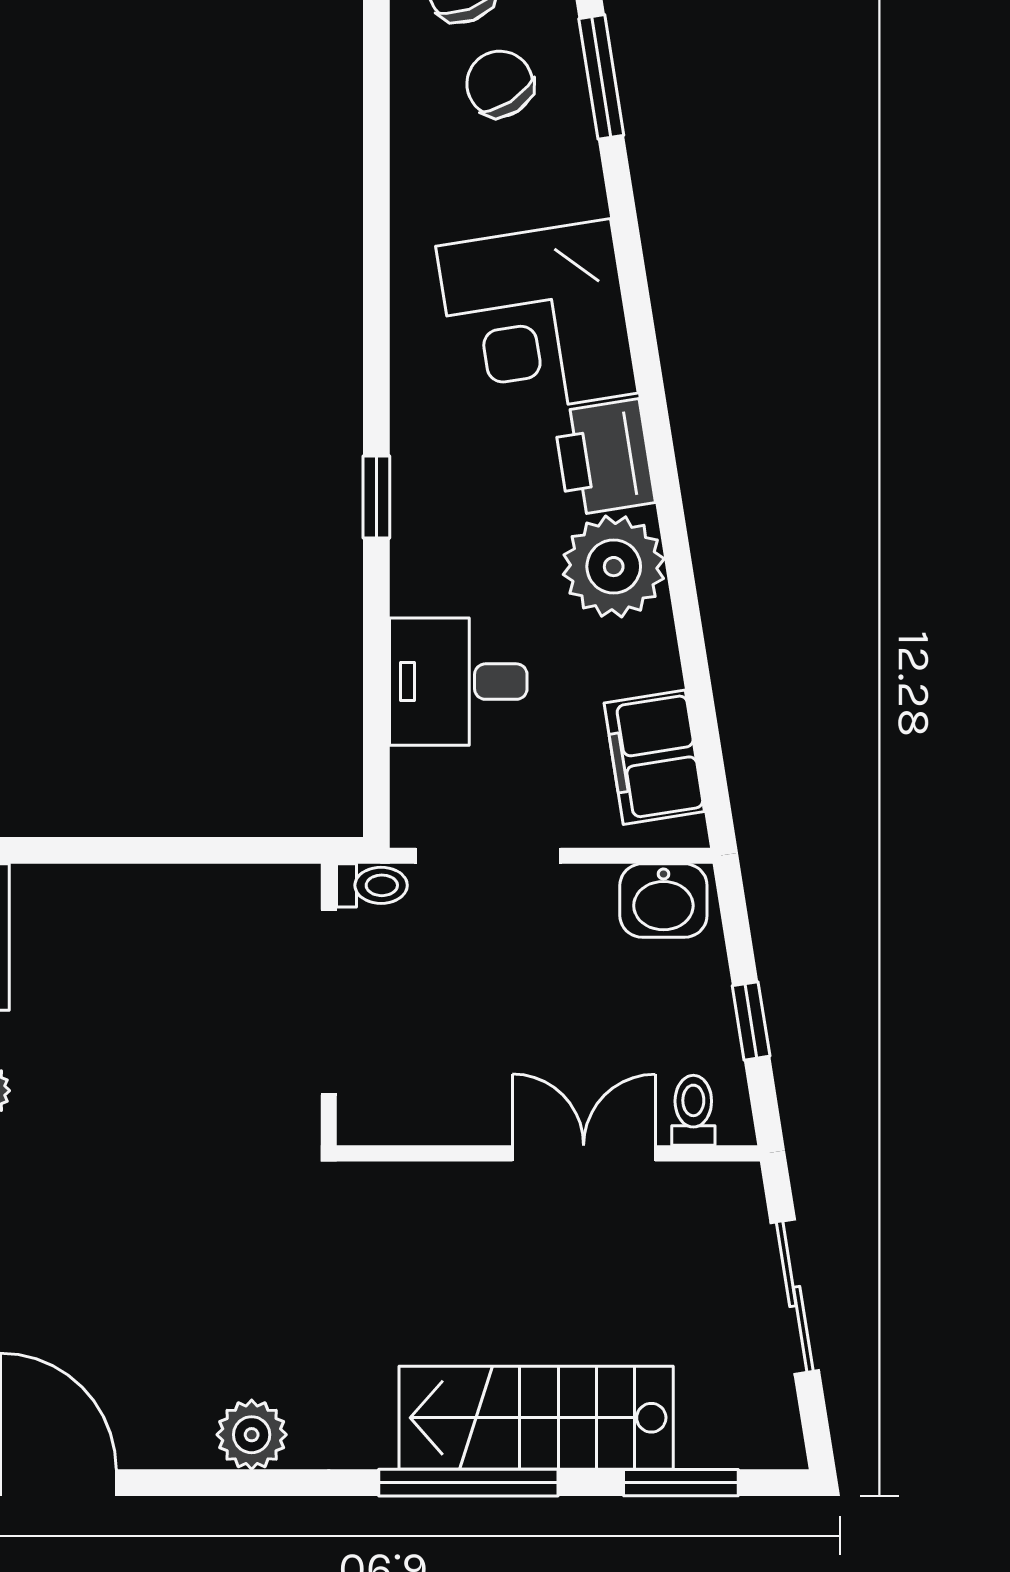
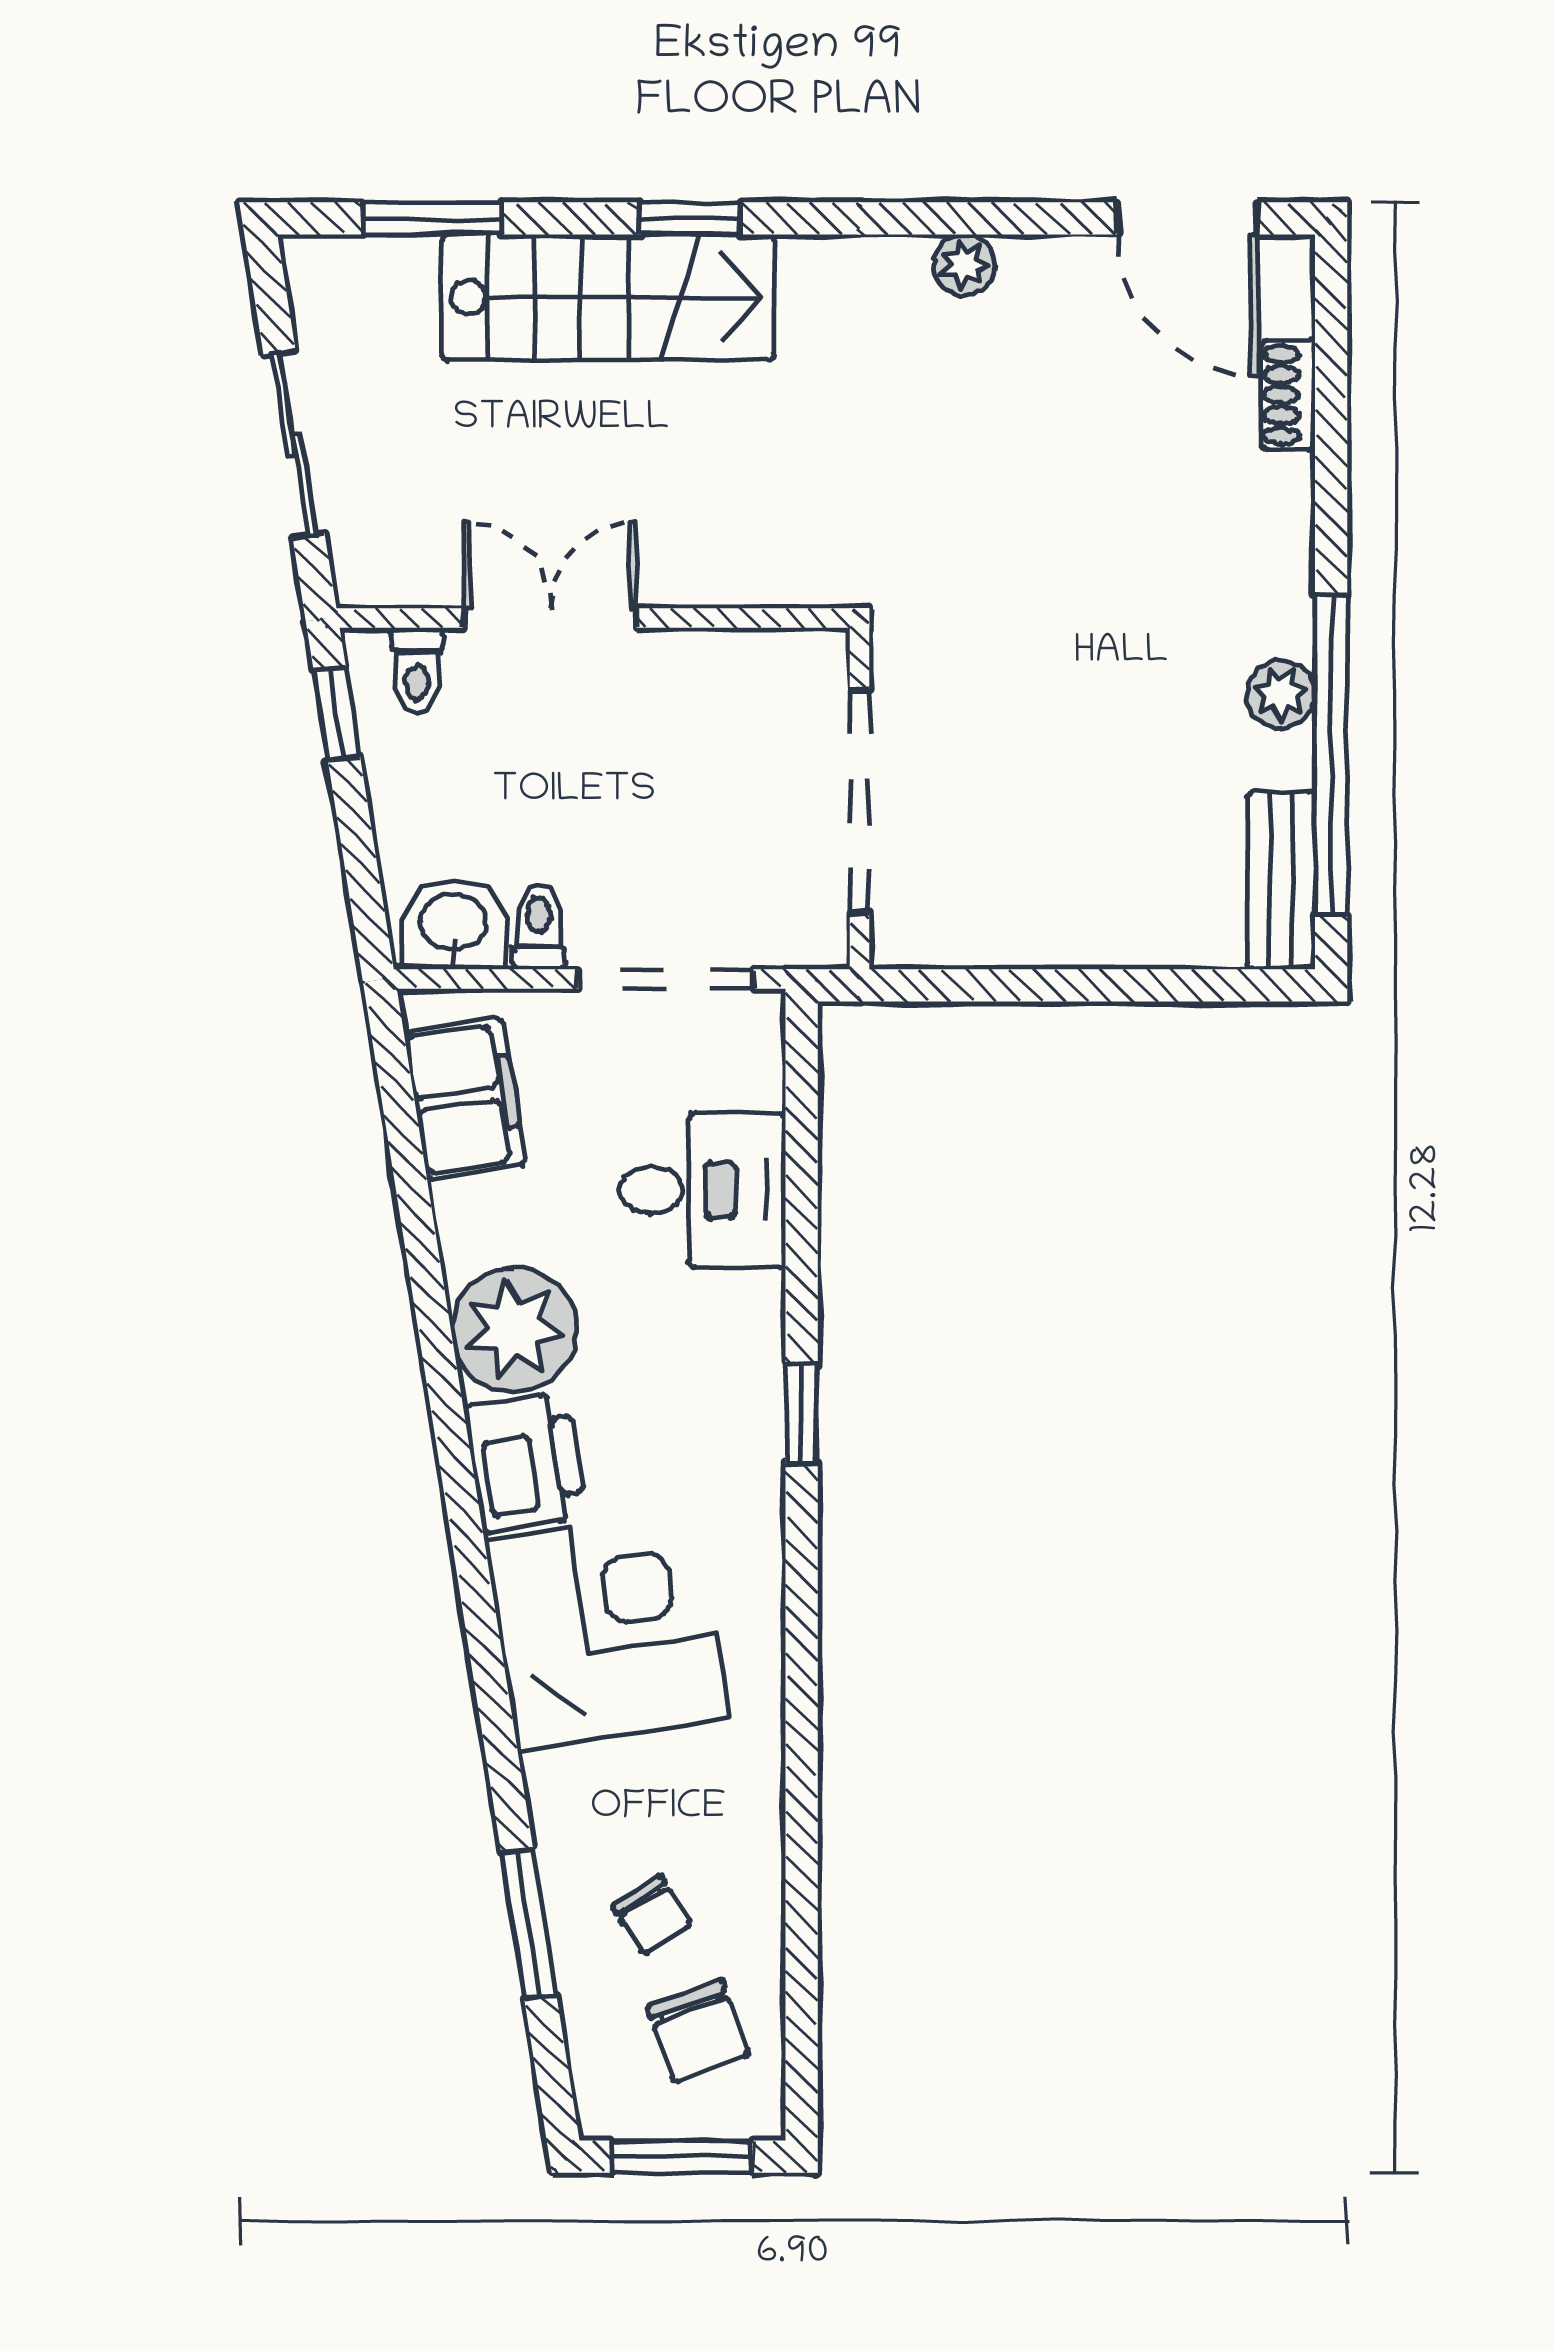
chair: (500, 84) -> (652, 1915), width x0.73, depth x0.73
toilet: (372, 885) -> (539, 927), moved, turned 90
window: (751, 1021) -> (337, 714), moved
double door: (584, 1153) -> (550, 618), swing flipped
plant: (252, 1435) -> (964, 265), width x0.73, depth x0.73
window: (468, 1483) -> (690, 218), width x0.46

